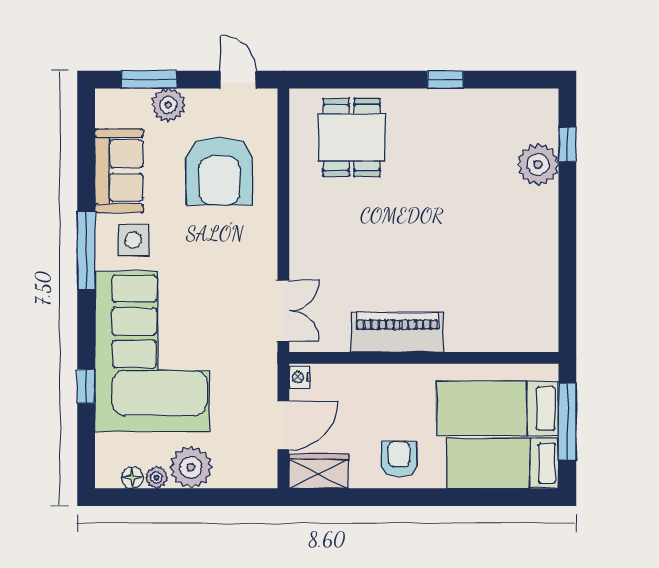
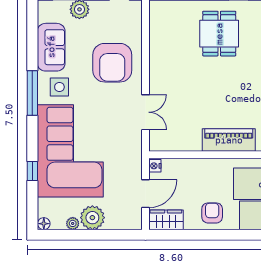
dining table: (352, 137) -> (219, 34), moved
armchair: (219, 171) -> (112, 63), moved
double door: (283, 311) -> (146, 112), moved
piano: (397, 332) -> (229, 140), moved
floor lamp: (133, 478) -> (44, 224), moved

